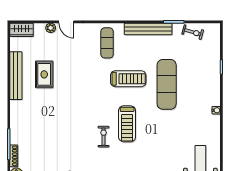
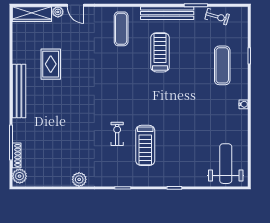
wardrobe: (22, 30) -> (32, 14), width x1.50
bench: (16, 76) -> (19, 91), moved
treadmill: (128, 79) -> (160, 52), moved, turned -90
exercise mat: (167, 84) -> (222, 65), moved, width x0.73, depth x0.69
treadmill: (127, 124) -> (145, 145), moved

